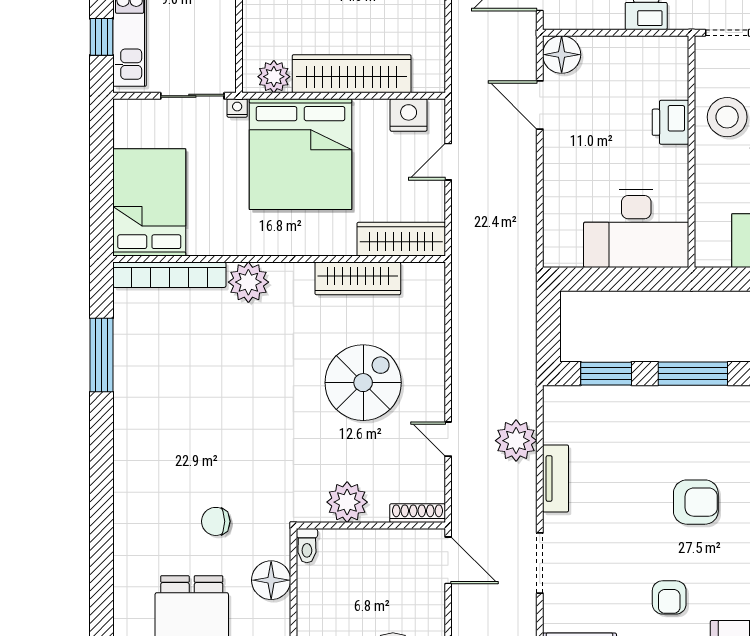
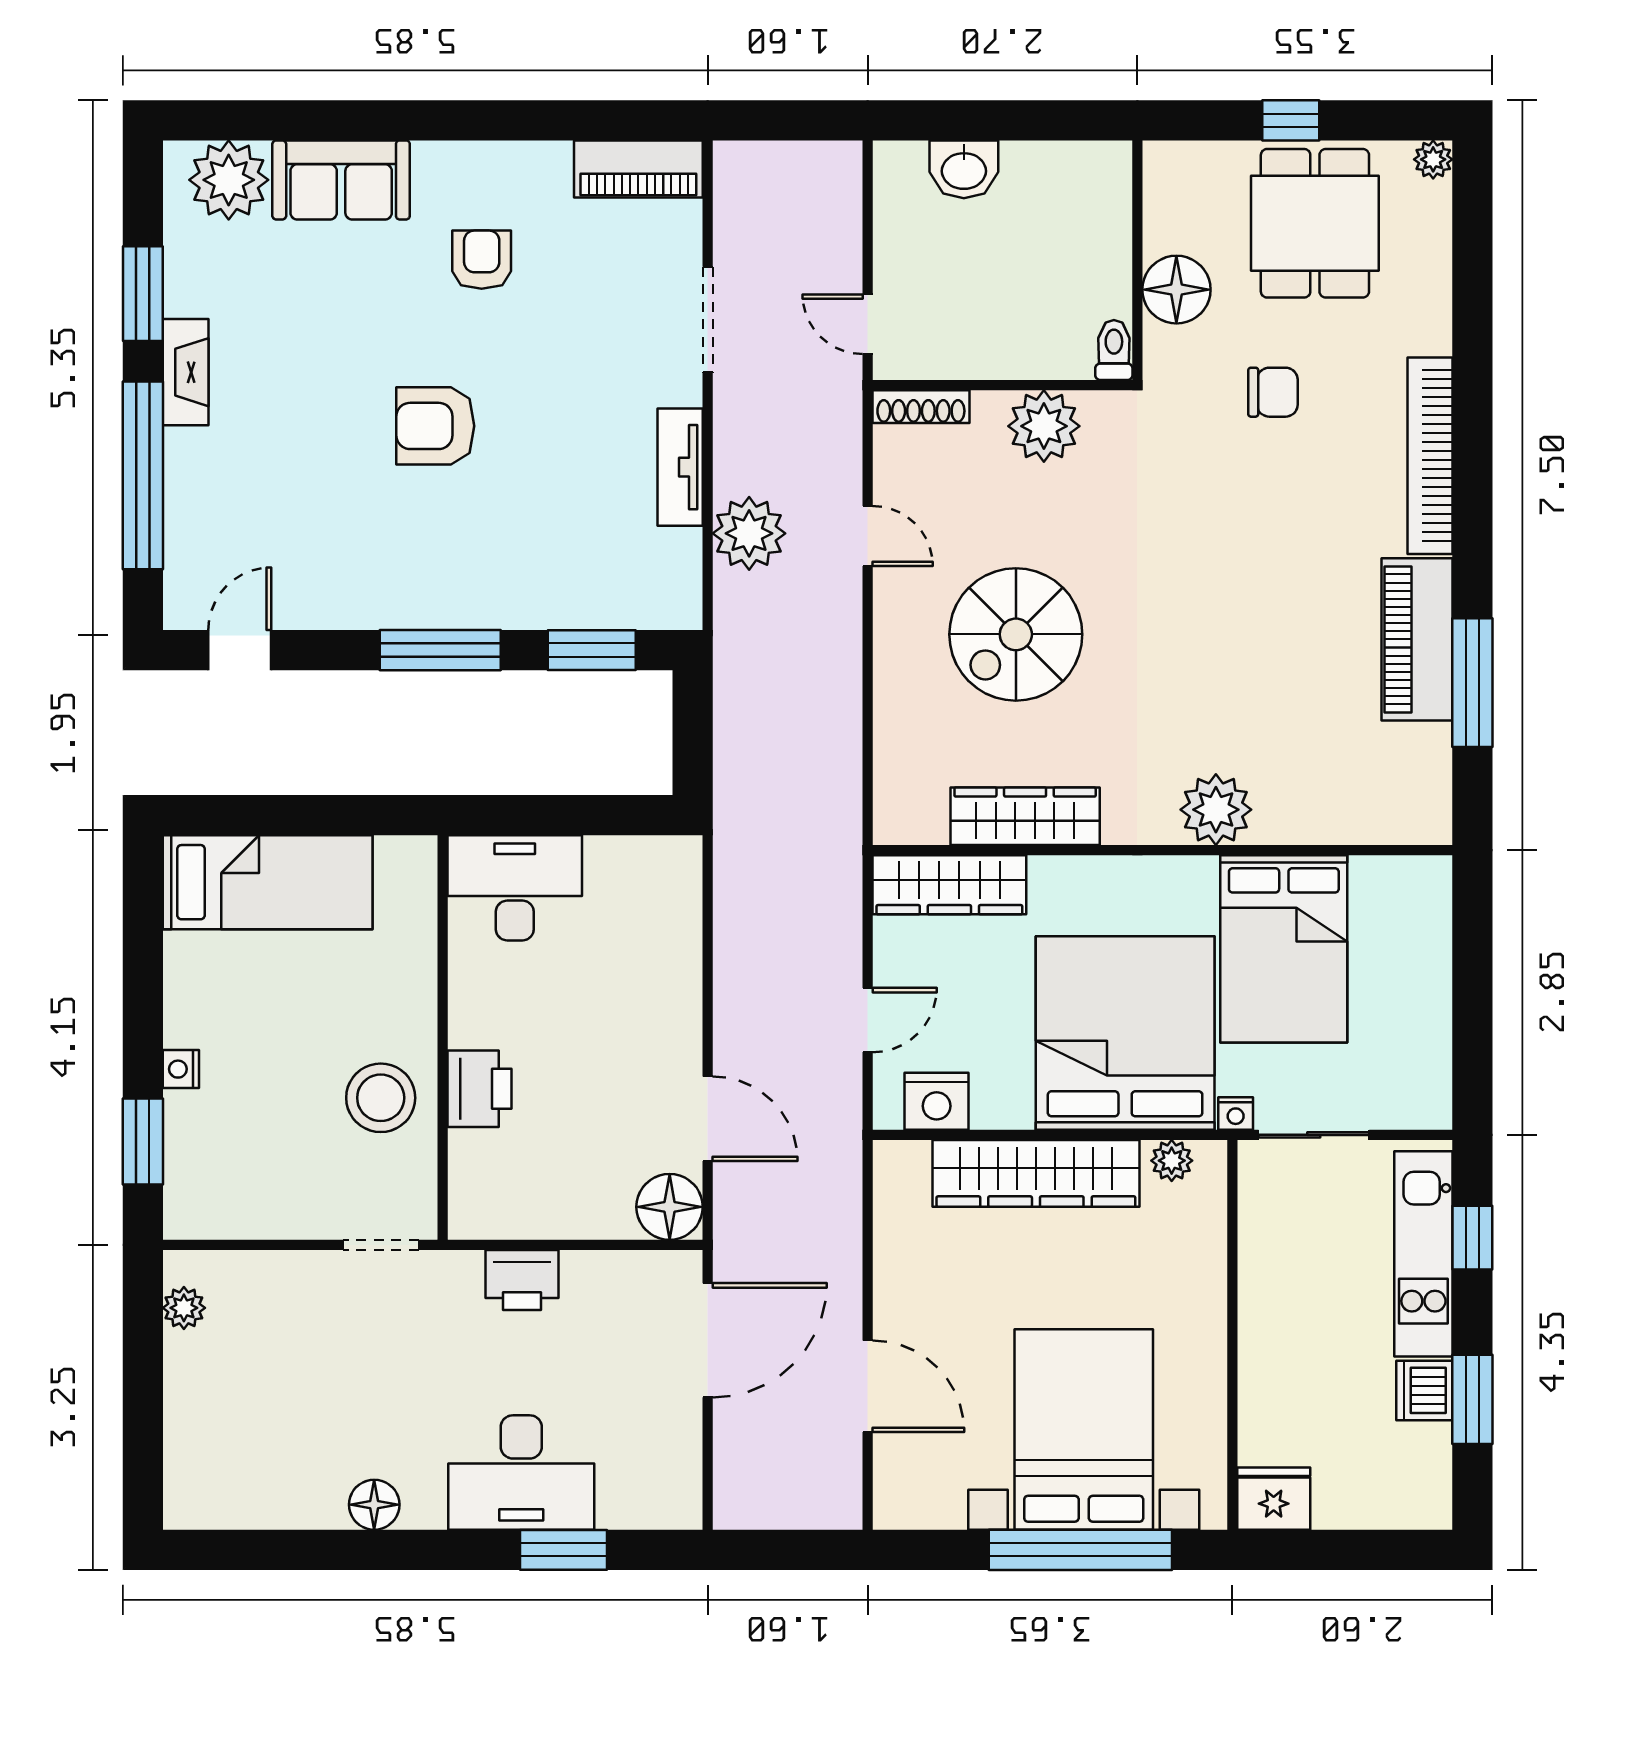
plant: (274, 77) -> (1172, 1161), width x0.73, depth x0.73
bed: (149, 202) -> (1284, 949), moved
desk: (636, 228) -> (515, 888), width x0.73, depth x0.77
bookcase: (169, 275) -> (1430, 456), moved, turned -90
piano: (133, 380) -> (1417, 639), added
door: (448, 560) -> (868, 324), width x0.73

